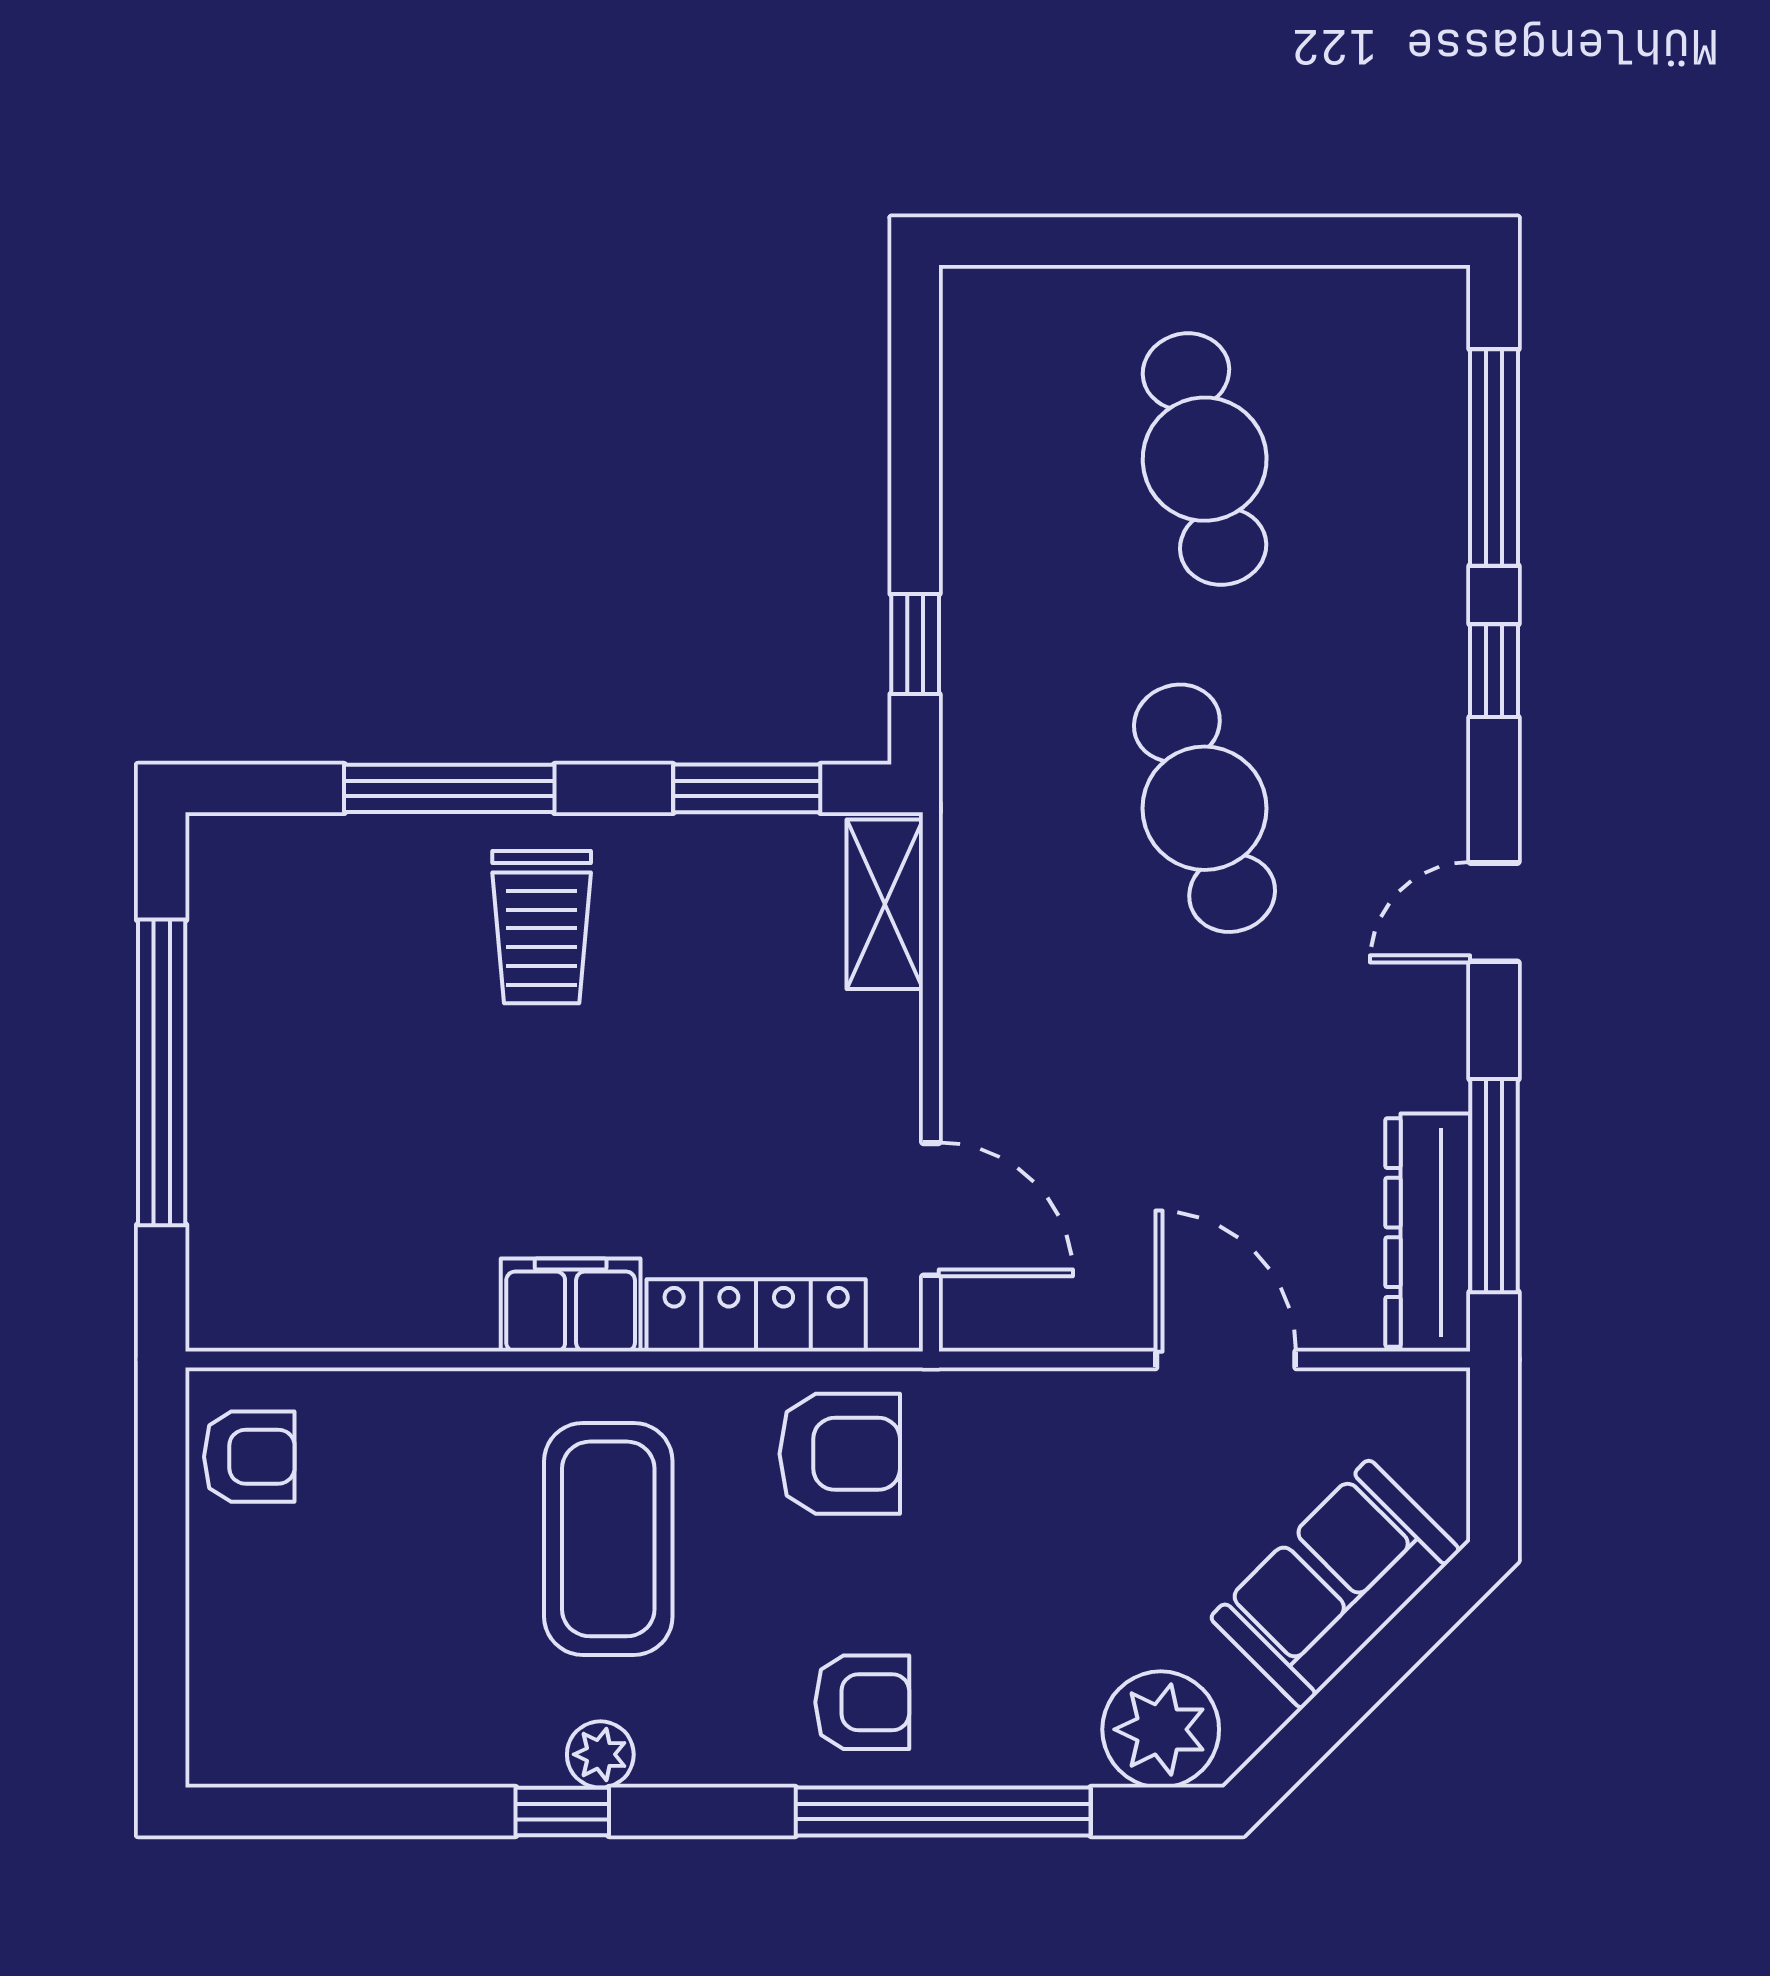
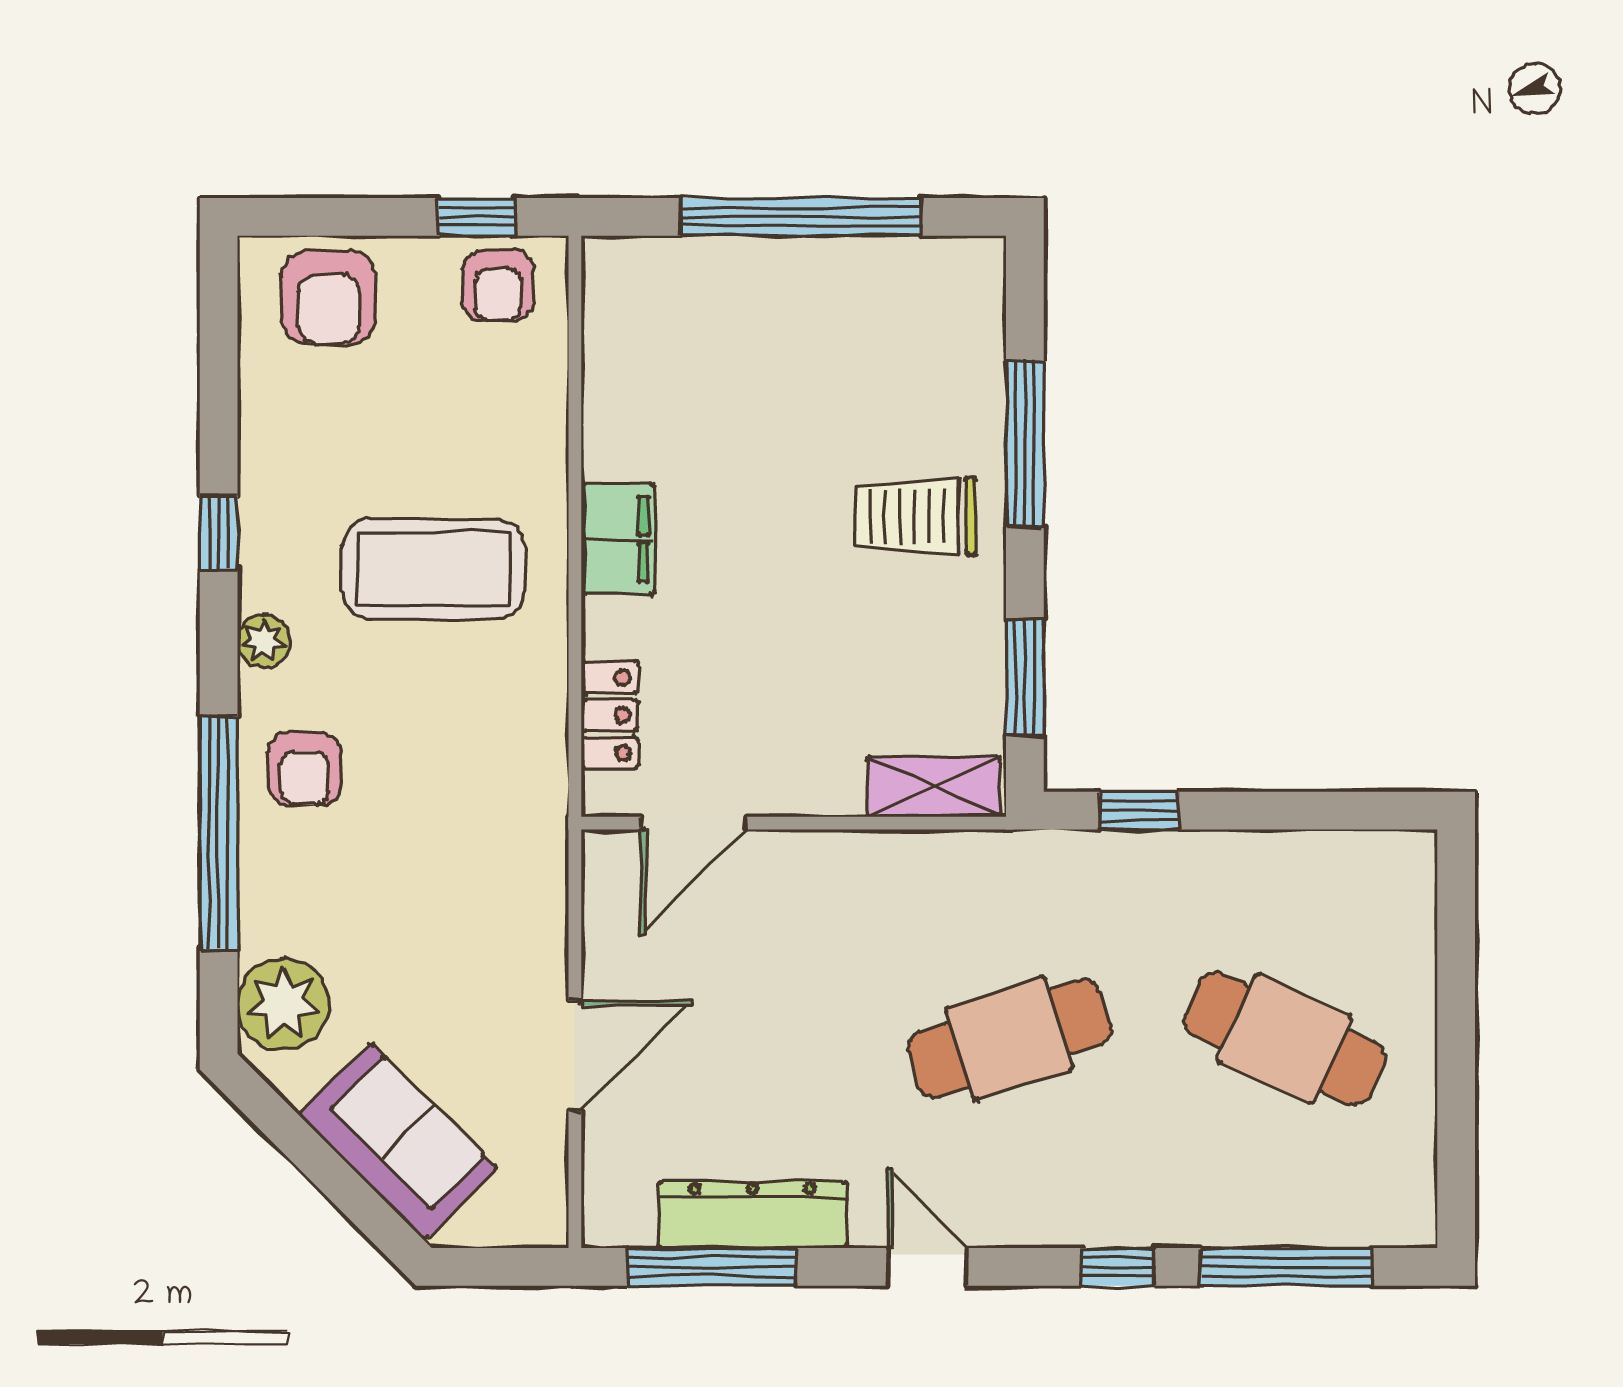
cafe table: (1205, 459) -> (1284, 1039), turned 36
dresser: (1428, 1232) -> (752, 1215), moved
locker: (756, 1315) -> (610, 715), width x0.66
armchair: (840, 1454) -> (329, 298), moved
window: (162, 1485) -> (476, 217), added
plant: (600, 1754) -> (264, 641), moved

